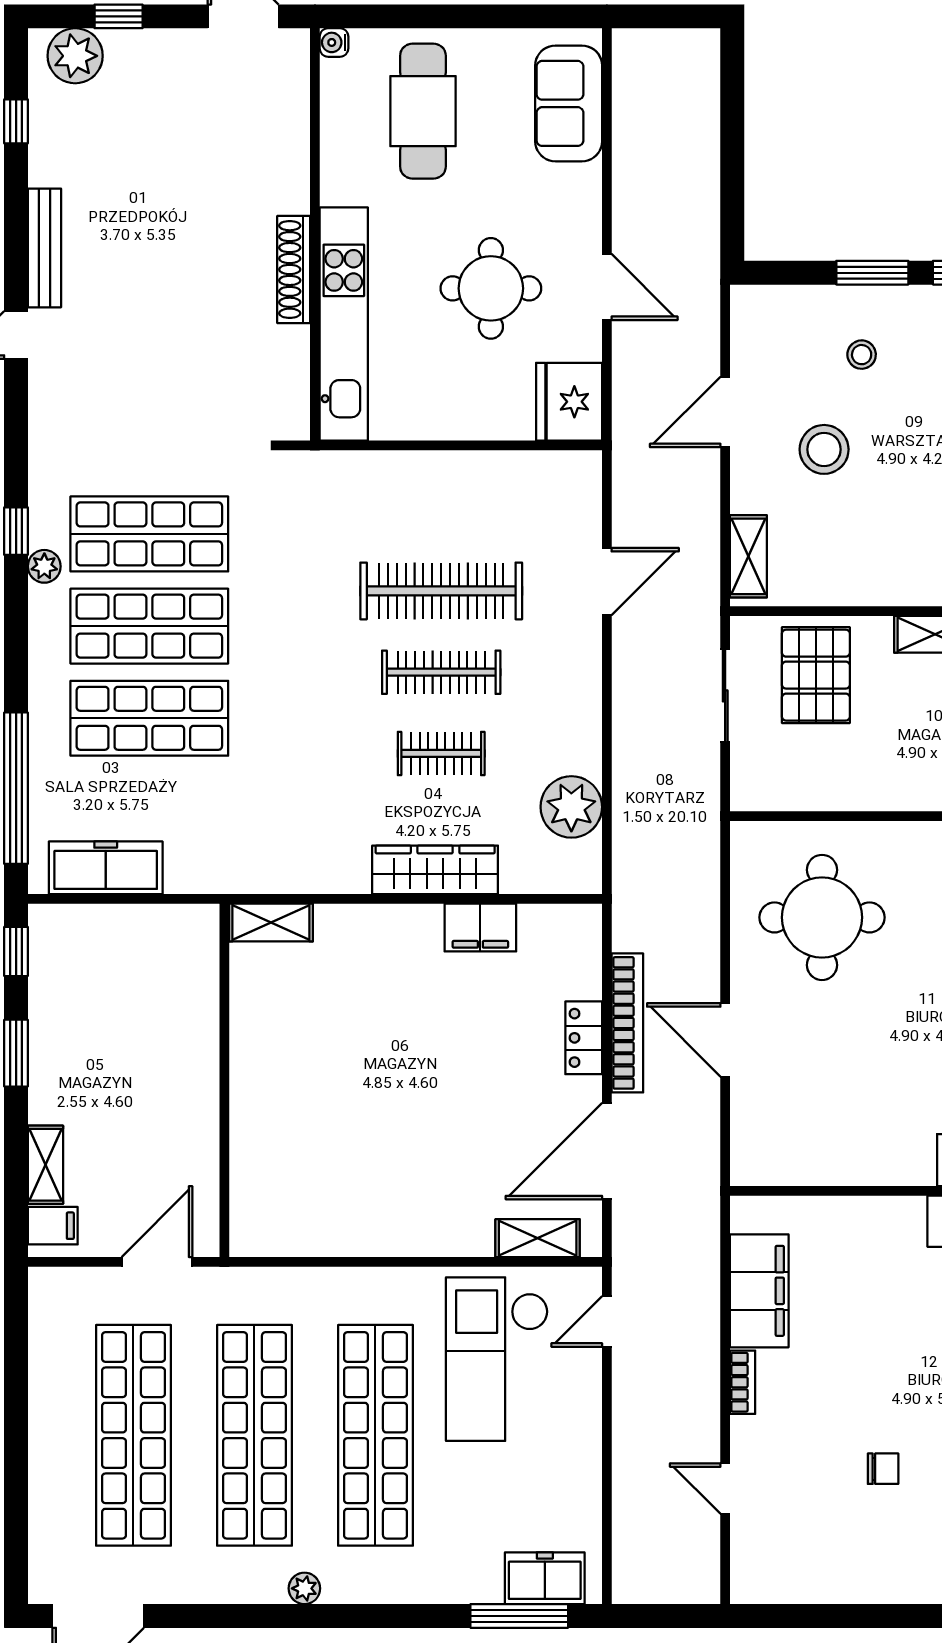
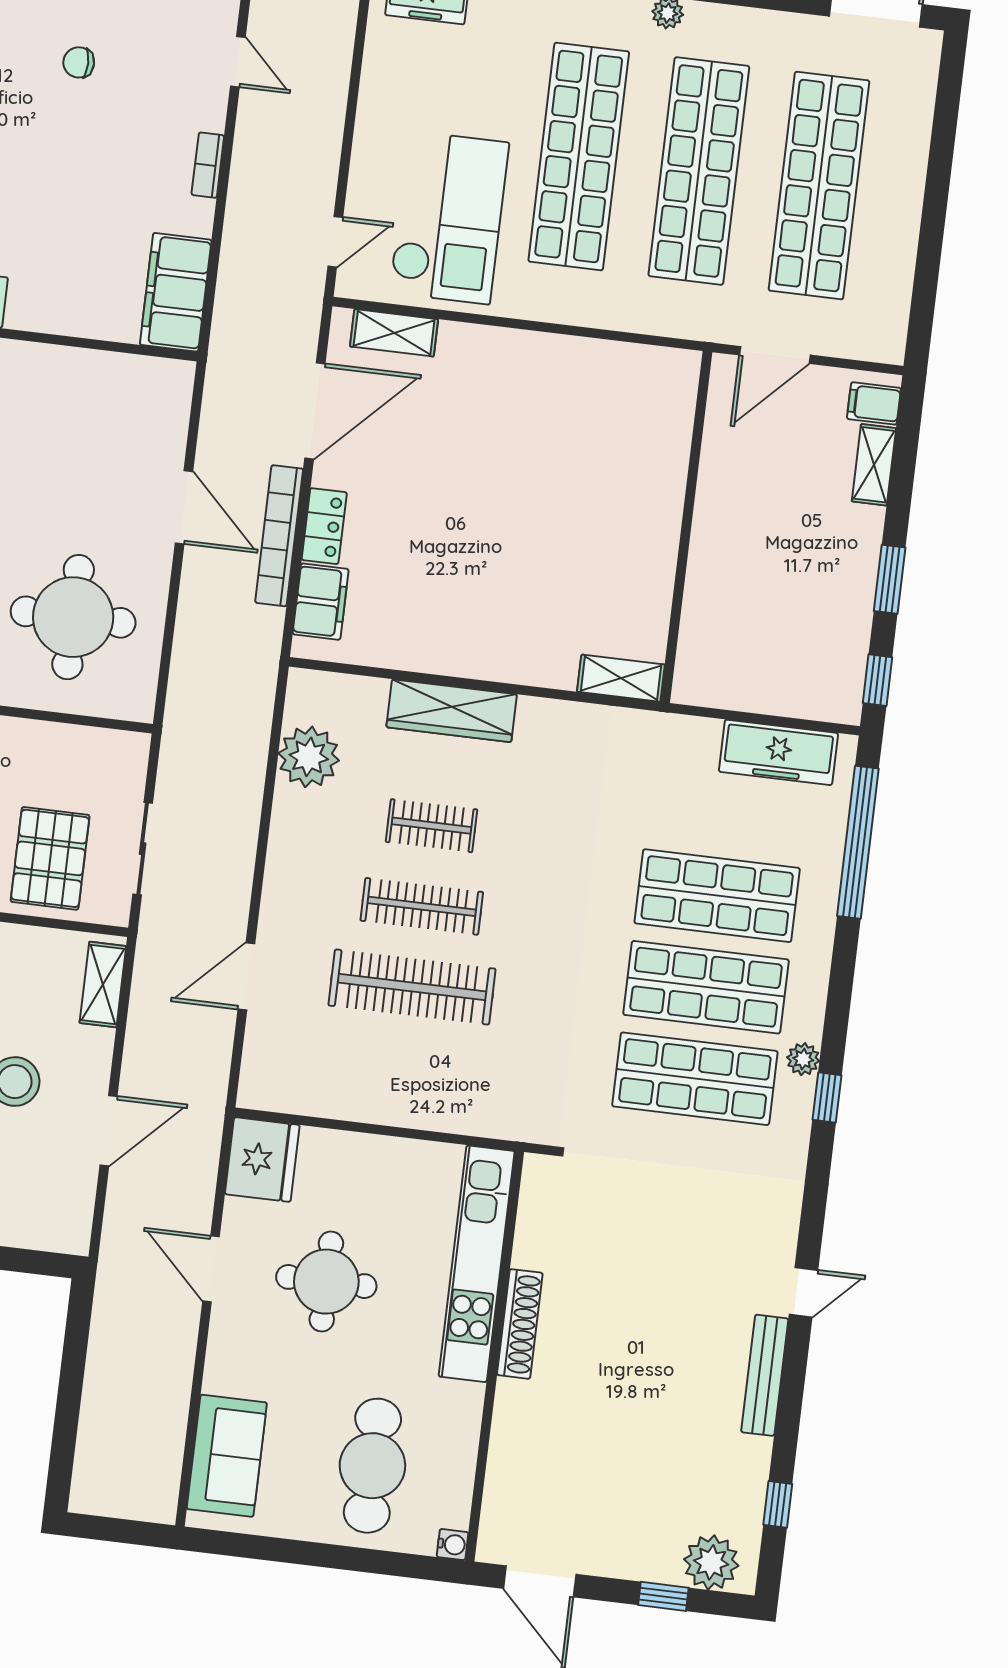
filing cabinet: (480, 928) -> (321, 602), moved, turned 90
filing cabinet: (759, 1291) -> (176, 292), moved

